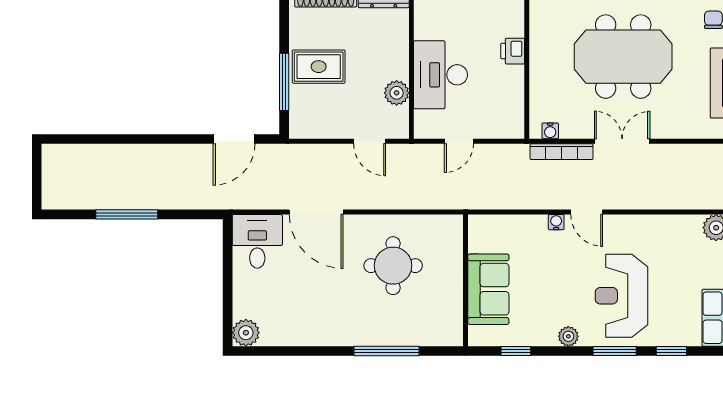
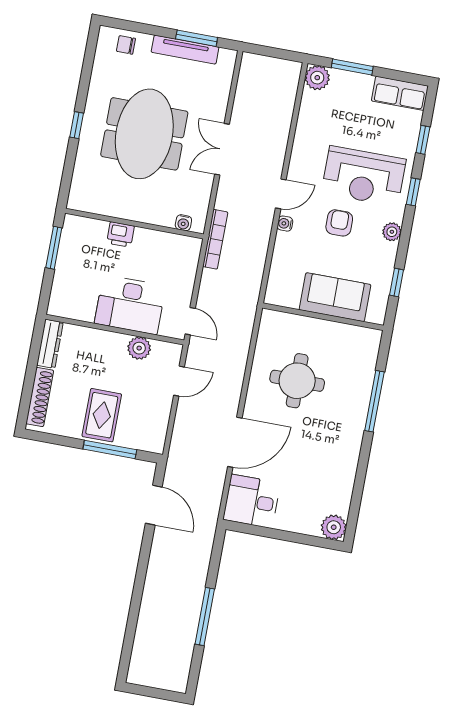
water cooler: (550, 131) -> (183, 223), moved, turned 90
door: (459, 141) -> (190, 321), moved
bookcase: (562, 152) -> (215, 239), moved
armchair: (567, 279) -> (339, 223), added
window: (615, 351) -> (413, 192), width x0.67

